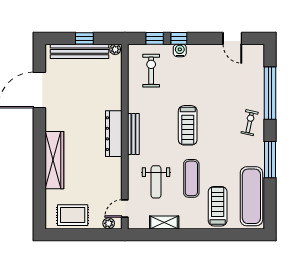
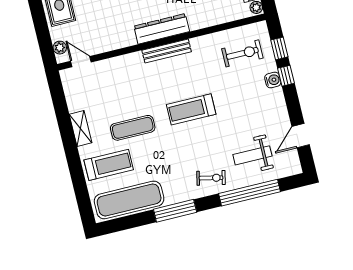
weight bench: (156, 182) -> (252, 155), moved
shelving: (164, 223) -> (80, 128), moved

